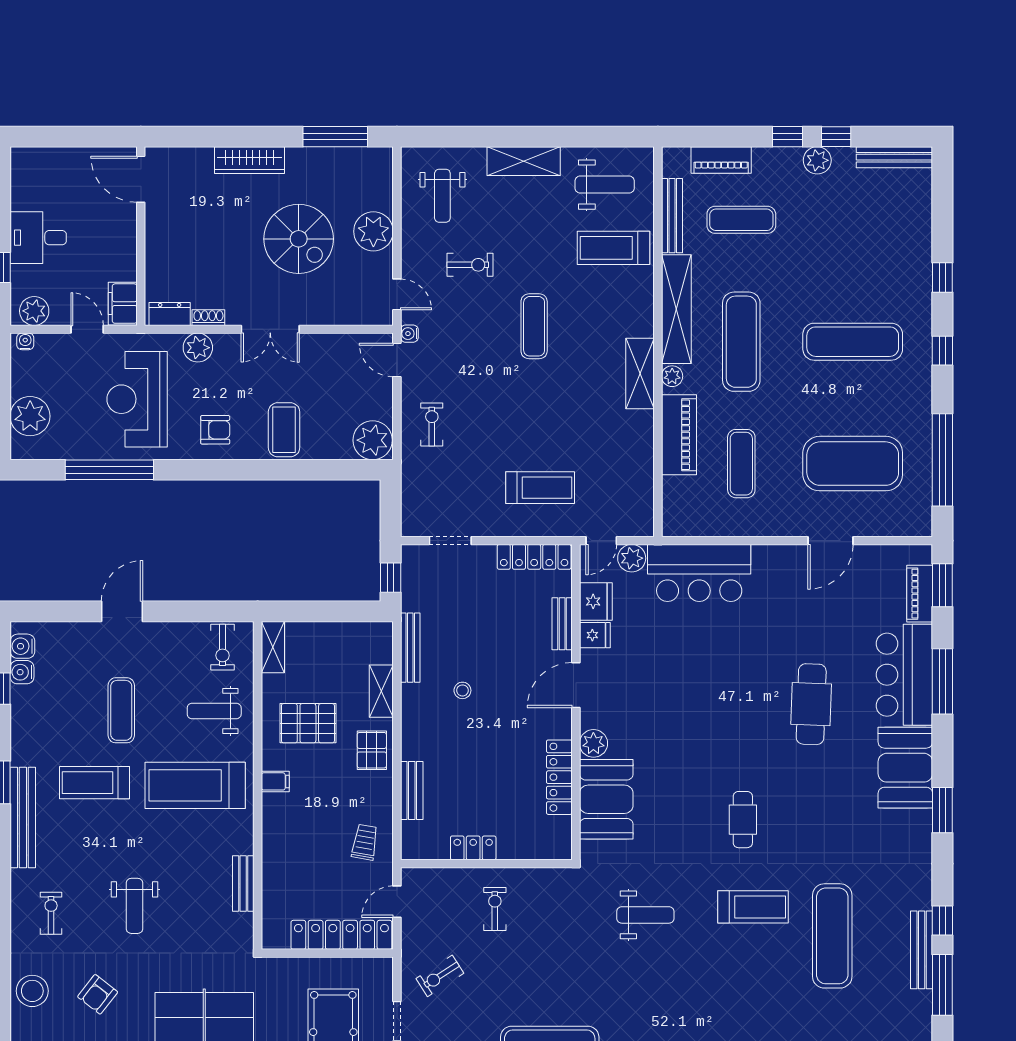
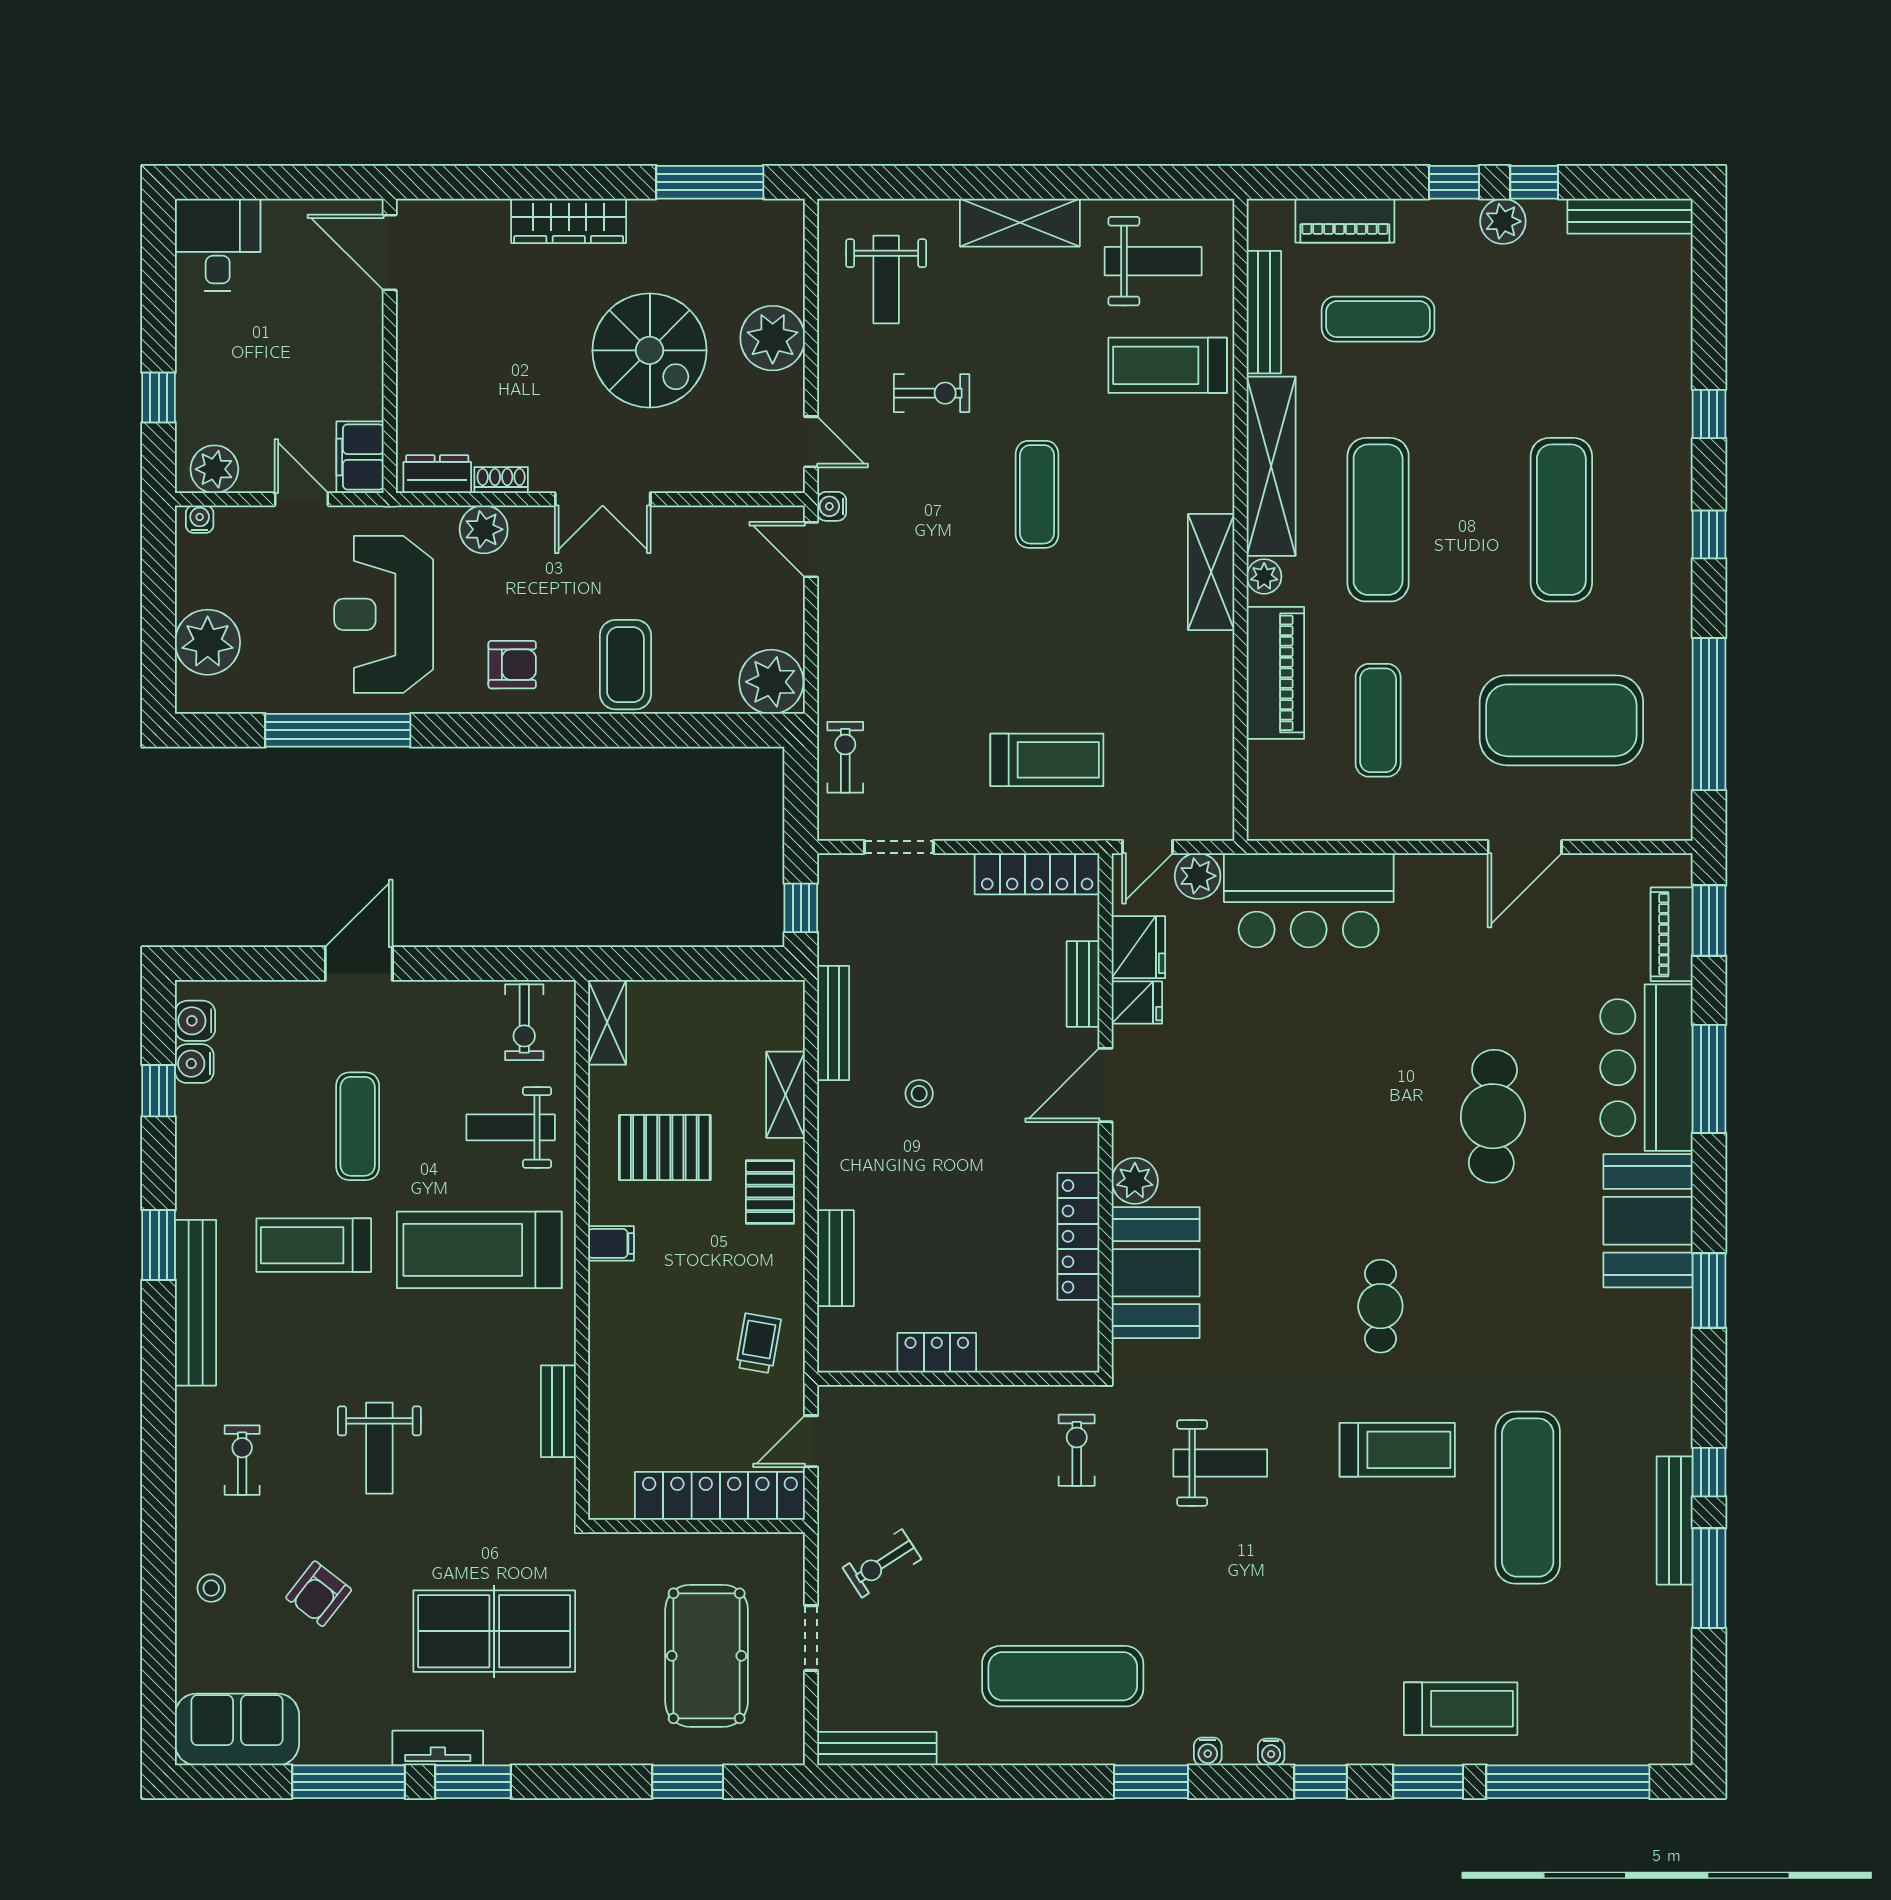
desk: (38, 238) -> (218, 245), moved, turned 90
exercise mat: (853, 342) -> (1561, 520), turned 90
exercise bike: (432, 424) -> (845, 757), moved
exercise bike: (495, 909) -> (1077, 1450), moved
stool: (32, 991) -> (211, 1588), width x0.53, depth x0.53

